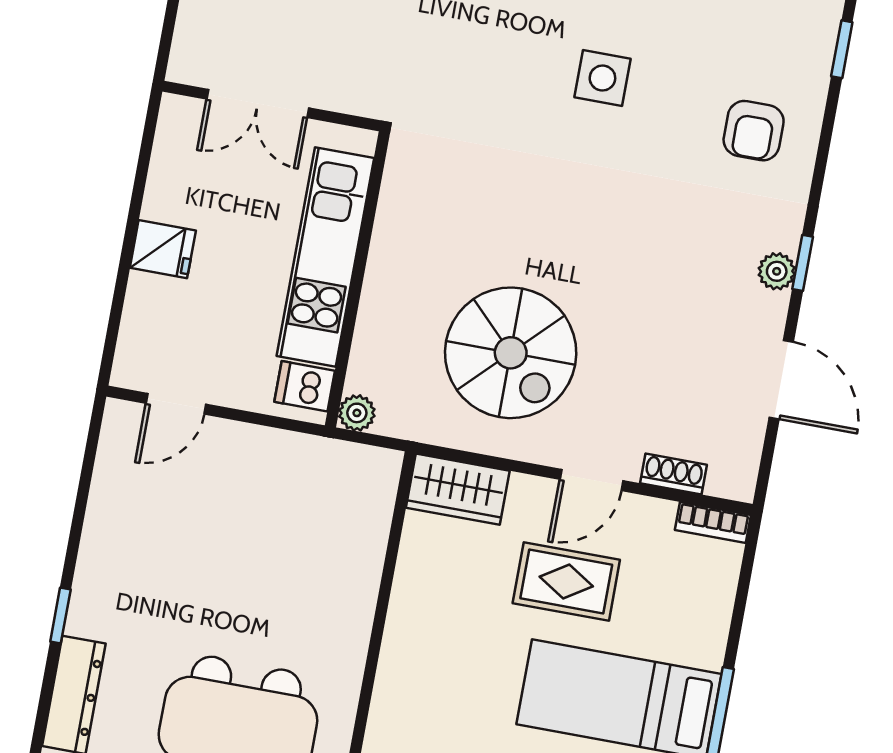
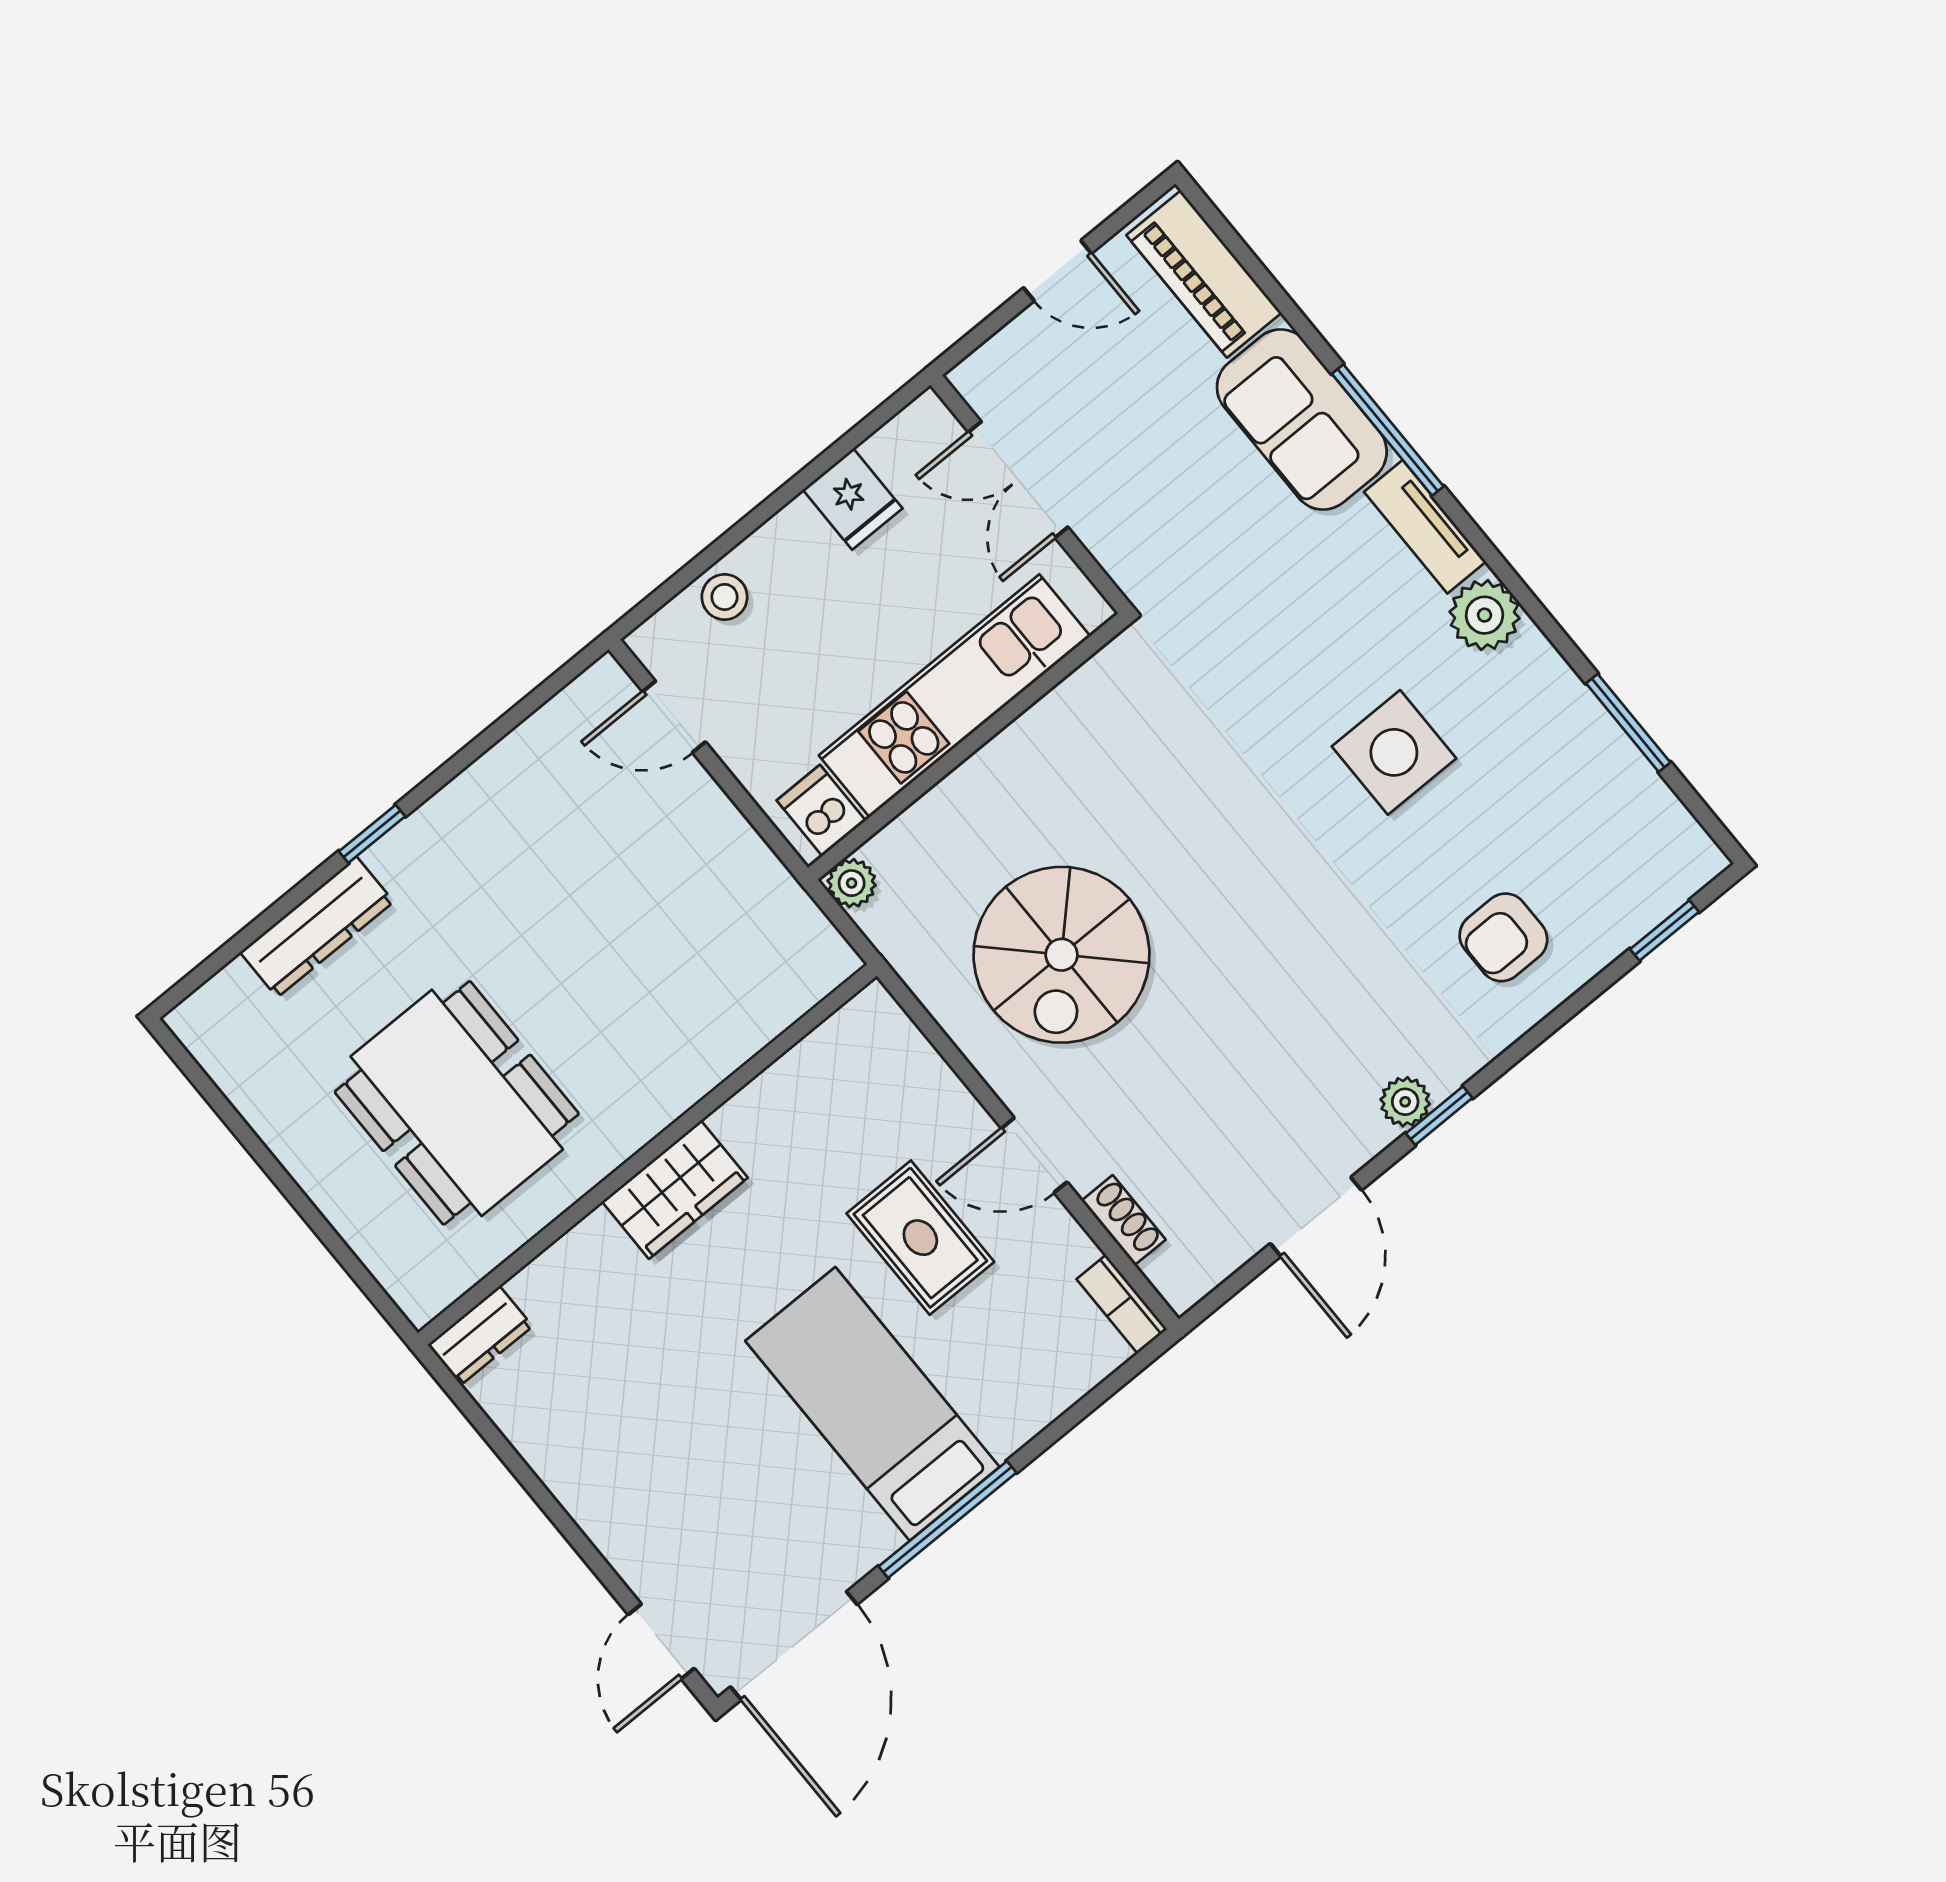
side table: (602, 78) -> (1394, 752), width x1.37, depth x1.37
fridge: (163, 249) -> (853, 499), moved
stool: (147, 311) -> (725, 597), added
wardrobe: (458, 489) -> (675, 1190), moved, turned -90

